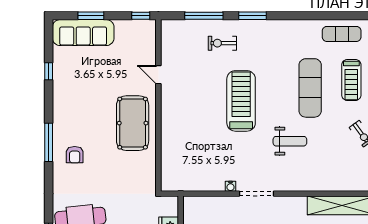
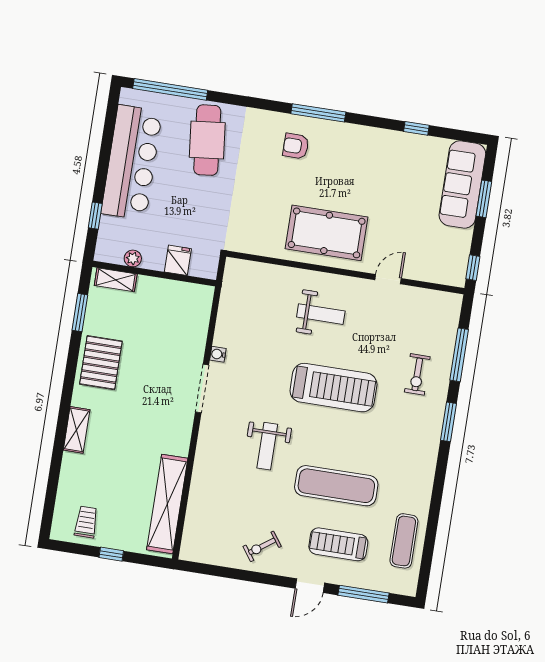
exercise bike: (222, 43) -> (417, 374), turned 180
weight bench: (191, 118) -> (321, 314), added

